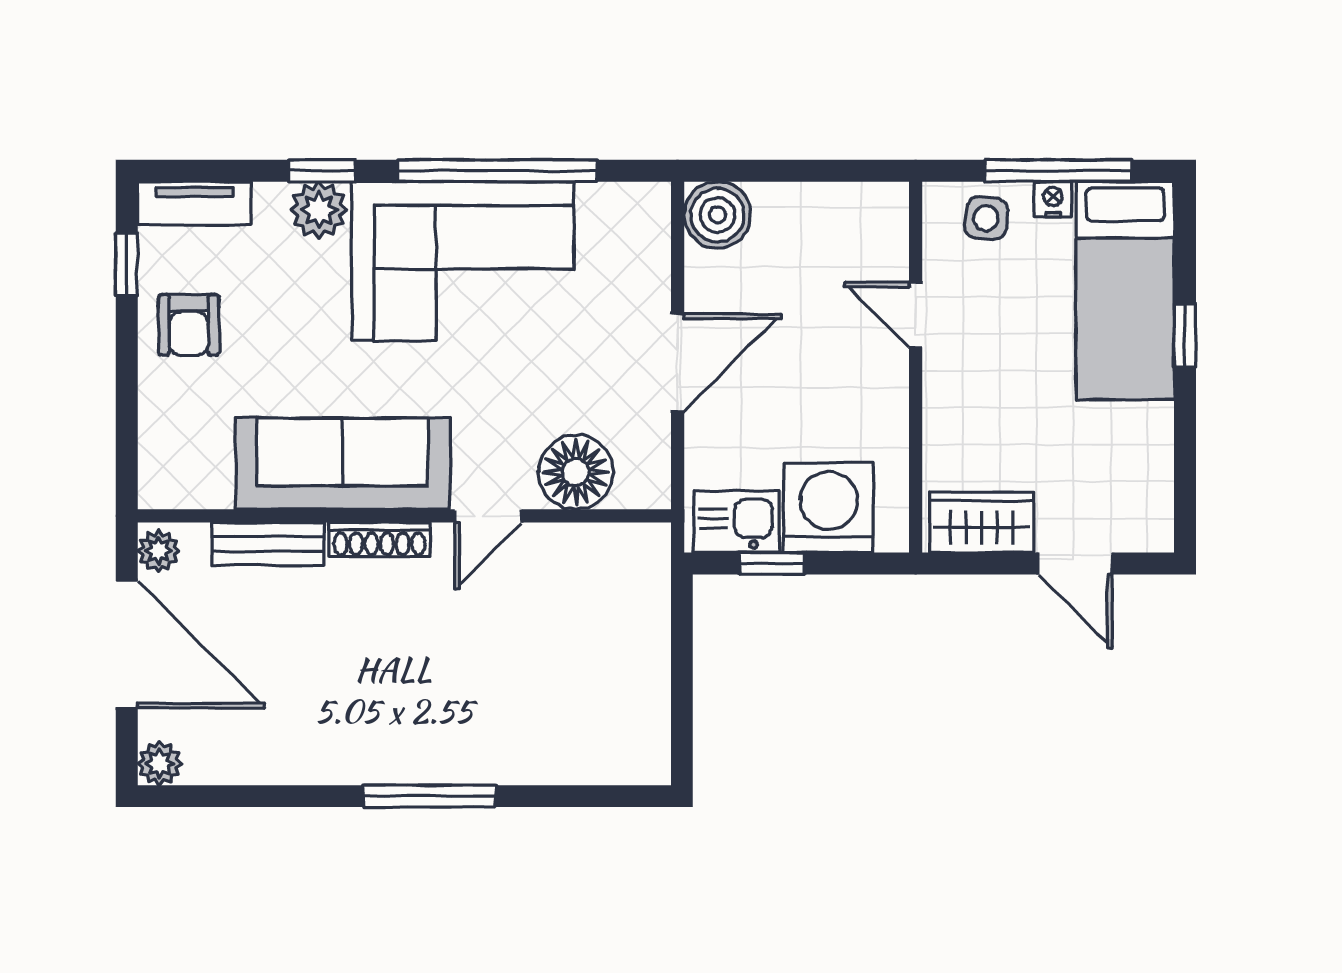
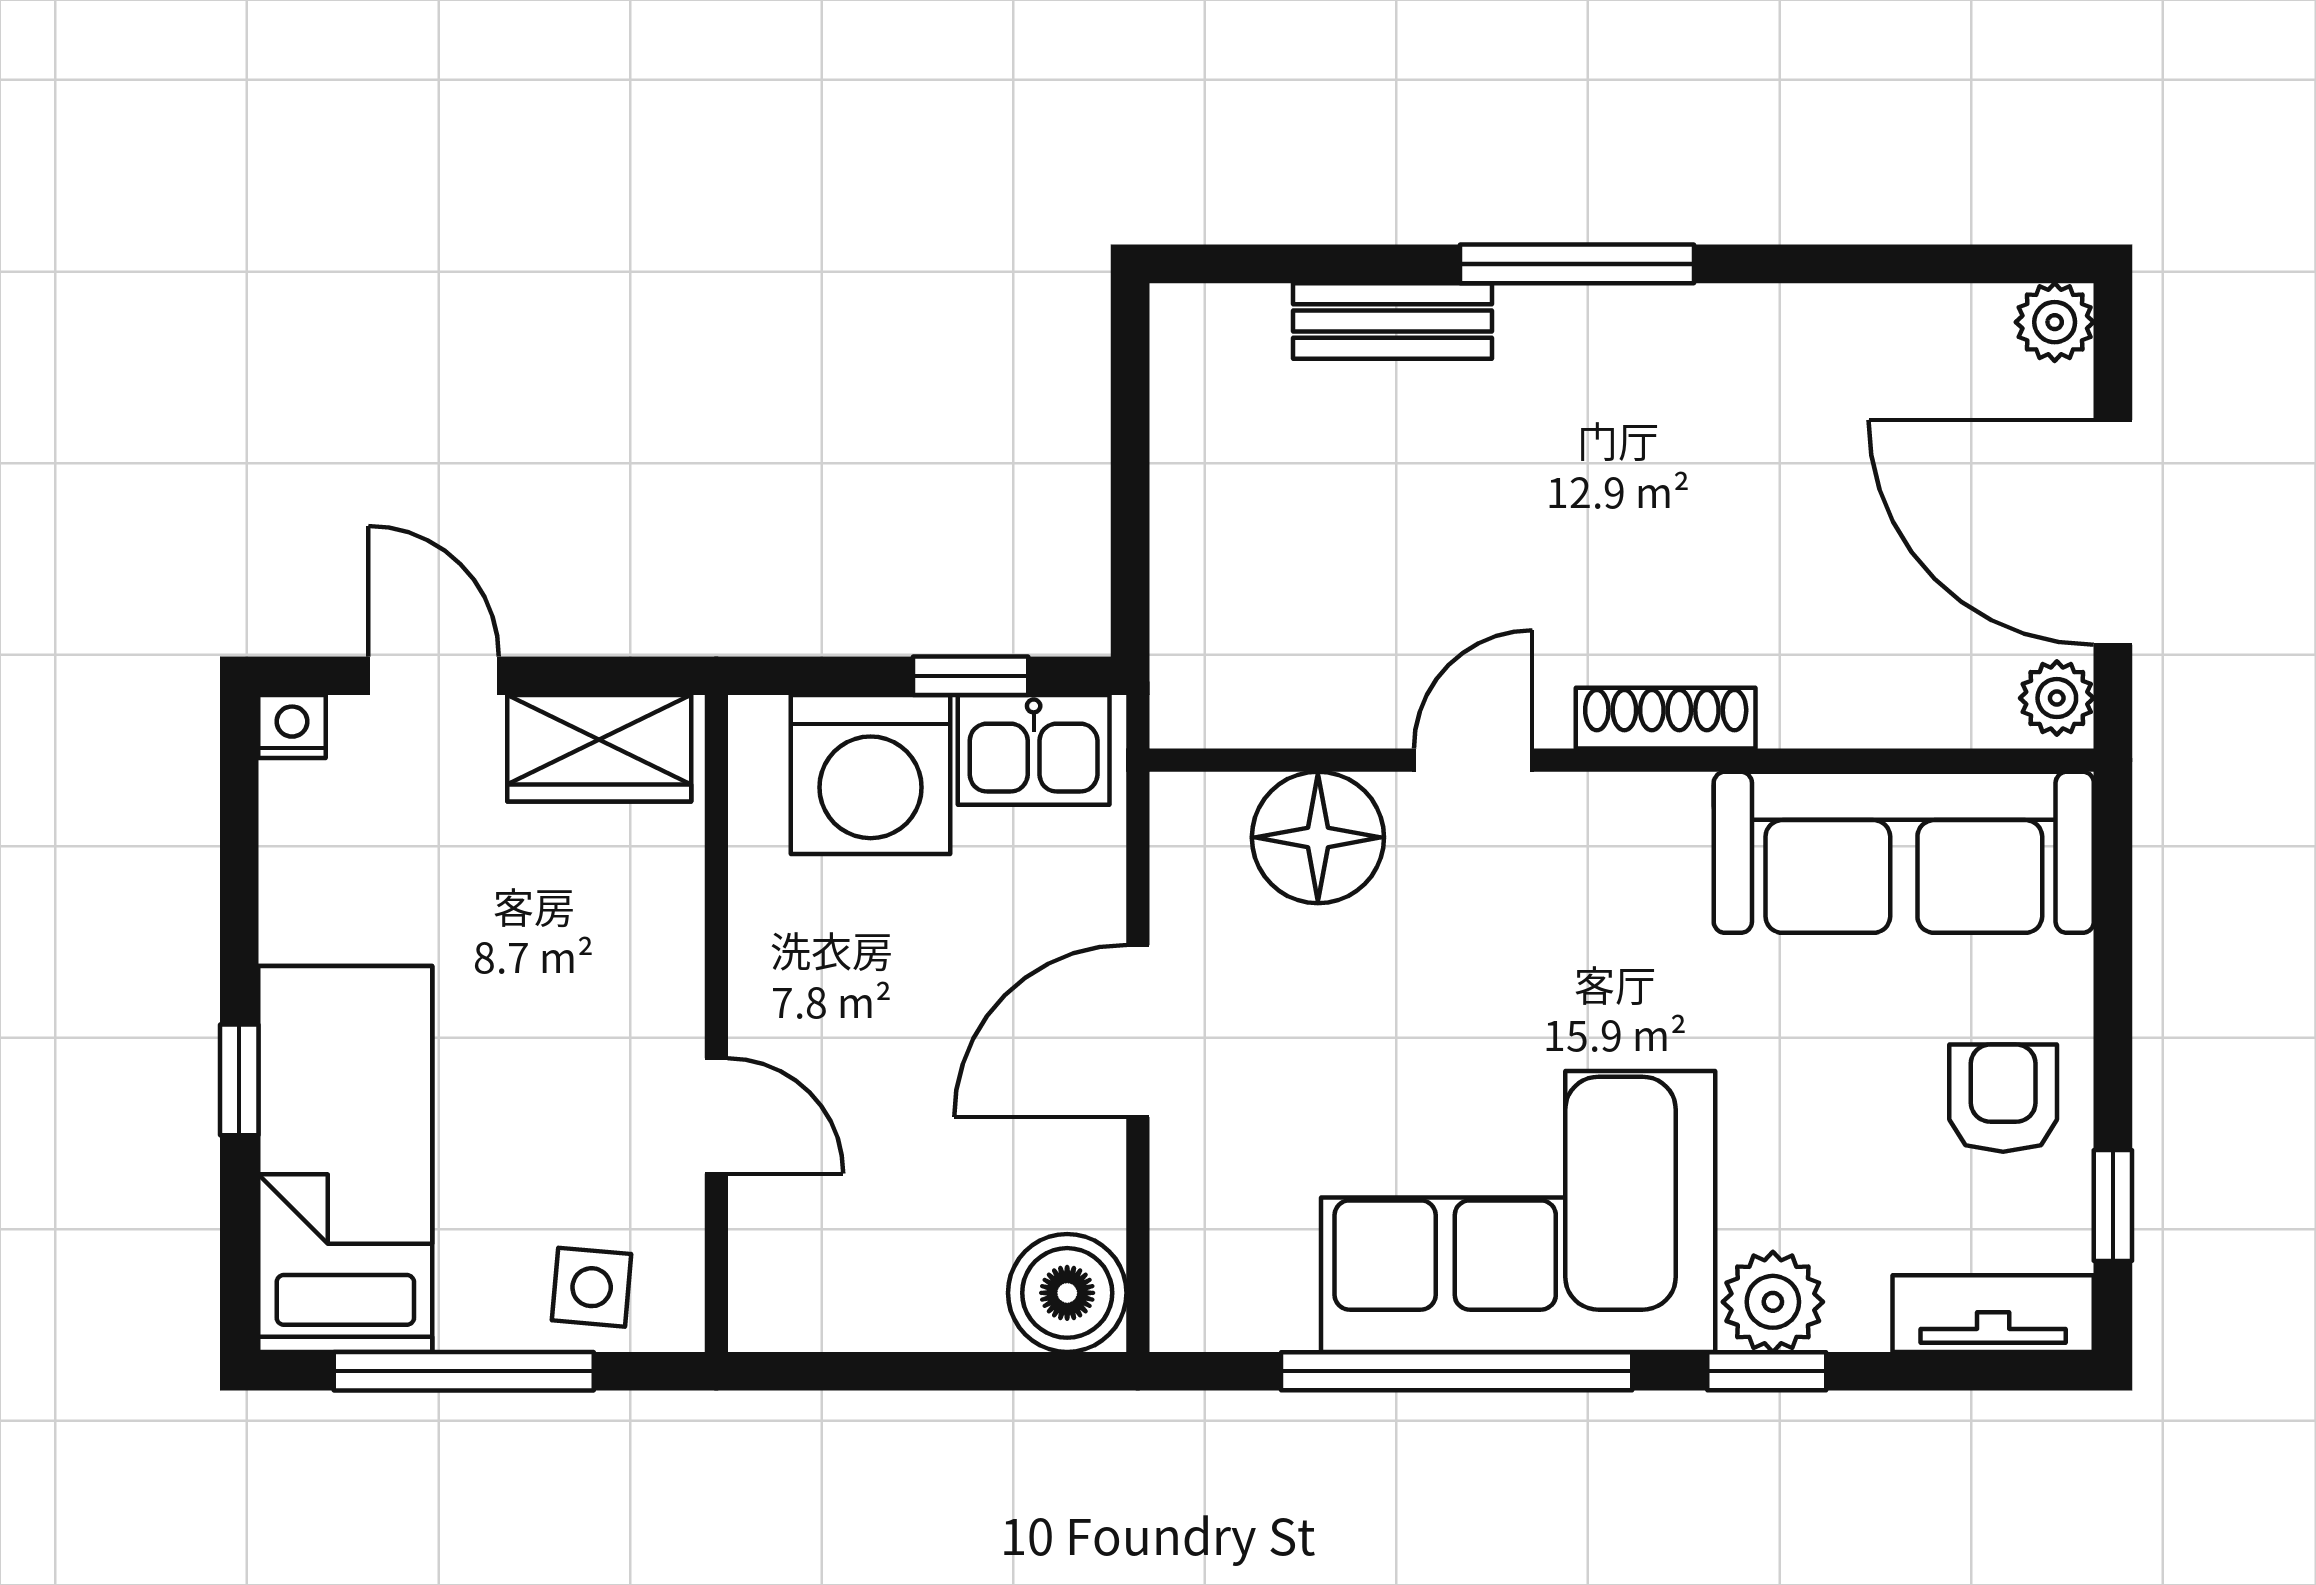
nightstand: (1053, 199) -> (292, 727), moved, turned 180
sofa: (343, 464) -> (1904, 852), moved
bench: (268, 544) -> (1393, 321), moved

